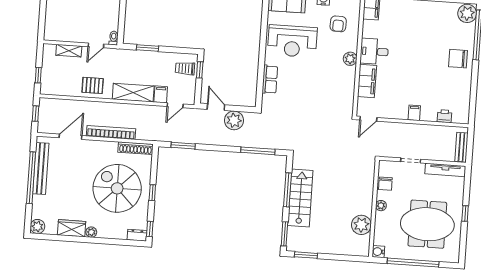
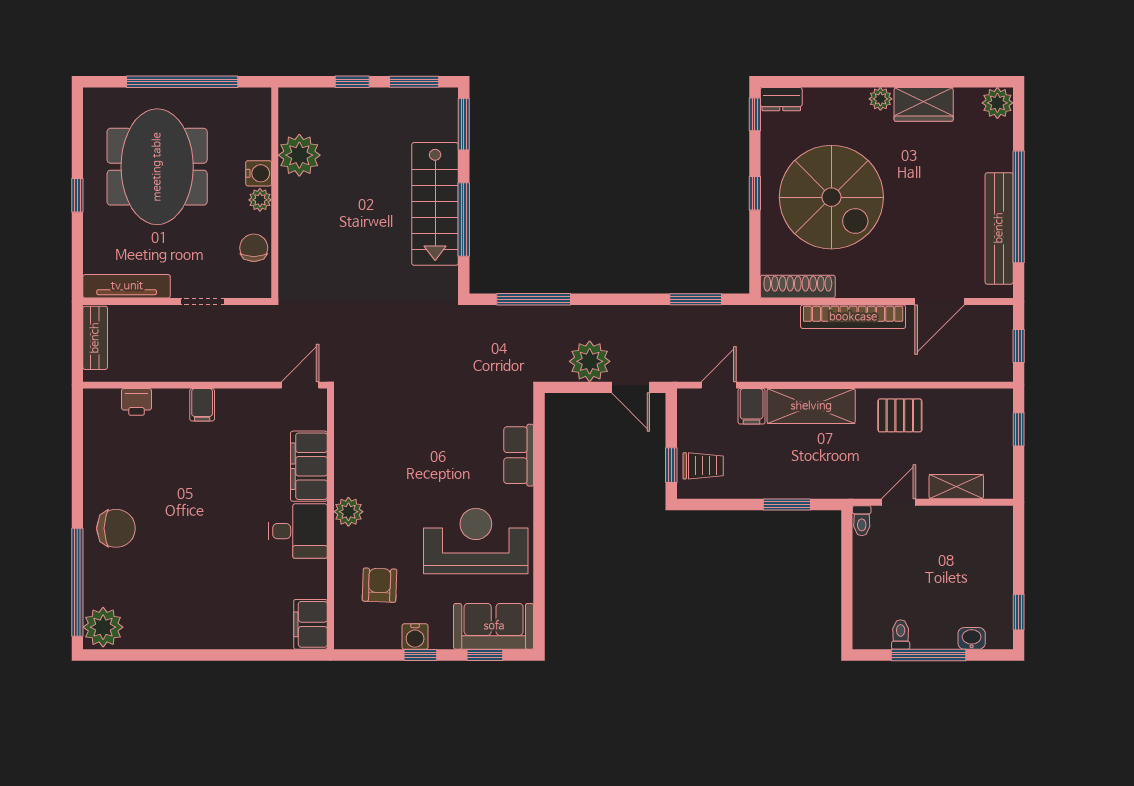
meeting table: (427, 224) -> (157, 167), turned 90
water cooler: (378, 252) -> (259, 173), moved
window: (335, 257) -> (352, 82), added

